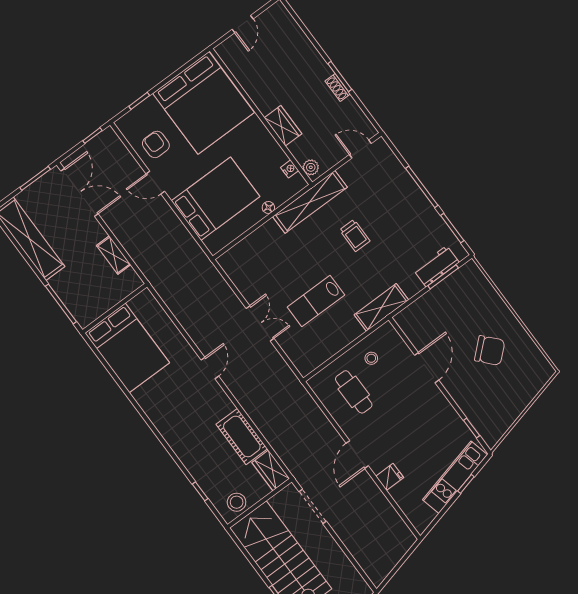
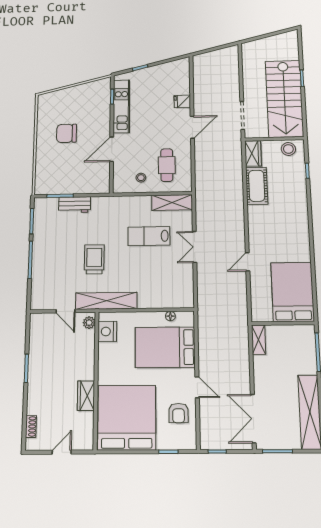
shoe rack: (338, 87) -> (31, 426), moved
wardrobe: (283, 126) -> (86, 396), moved
door: (360, 149) -> (65, 311), moved
nightstand: (290, 169) -> (107, 331), width x1.89, depth x1.79
floor lamp: (268, 207) -> (170, 316), moved
trolley: (355, 235) -> (94, 259), width x1.36, depth x1.39
shelving: (114, 255) -> (259, 340), moved
workbench: (436, 266) -> (75, 205), moved
lab bench: (316, 301) -> (149, 236), turned 180
shelving: (381, 307) -> (172, 203), moved
chair: (490, 350) -> (67, 133), turned -48
door: (210, 368) -> (248, 262), moved
kitchen unit: (455, 477) -> (121, 106), moved, turned -76

